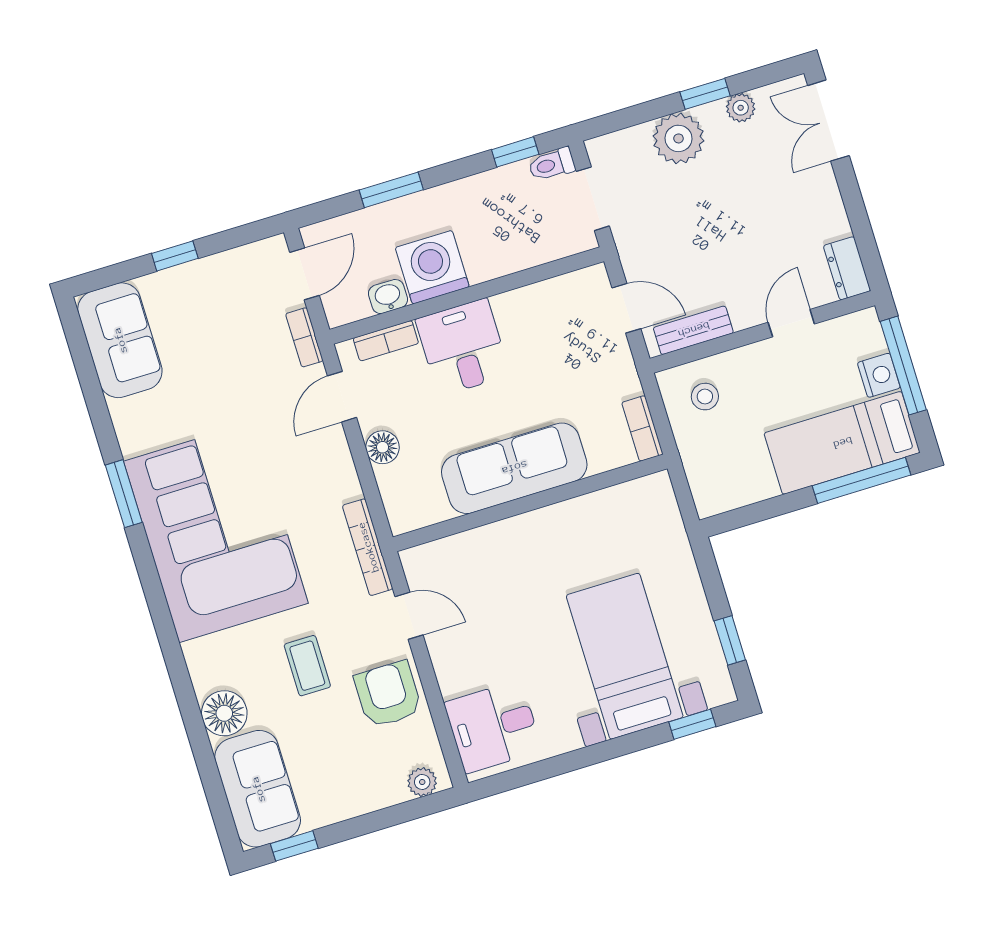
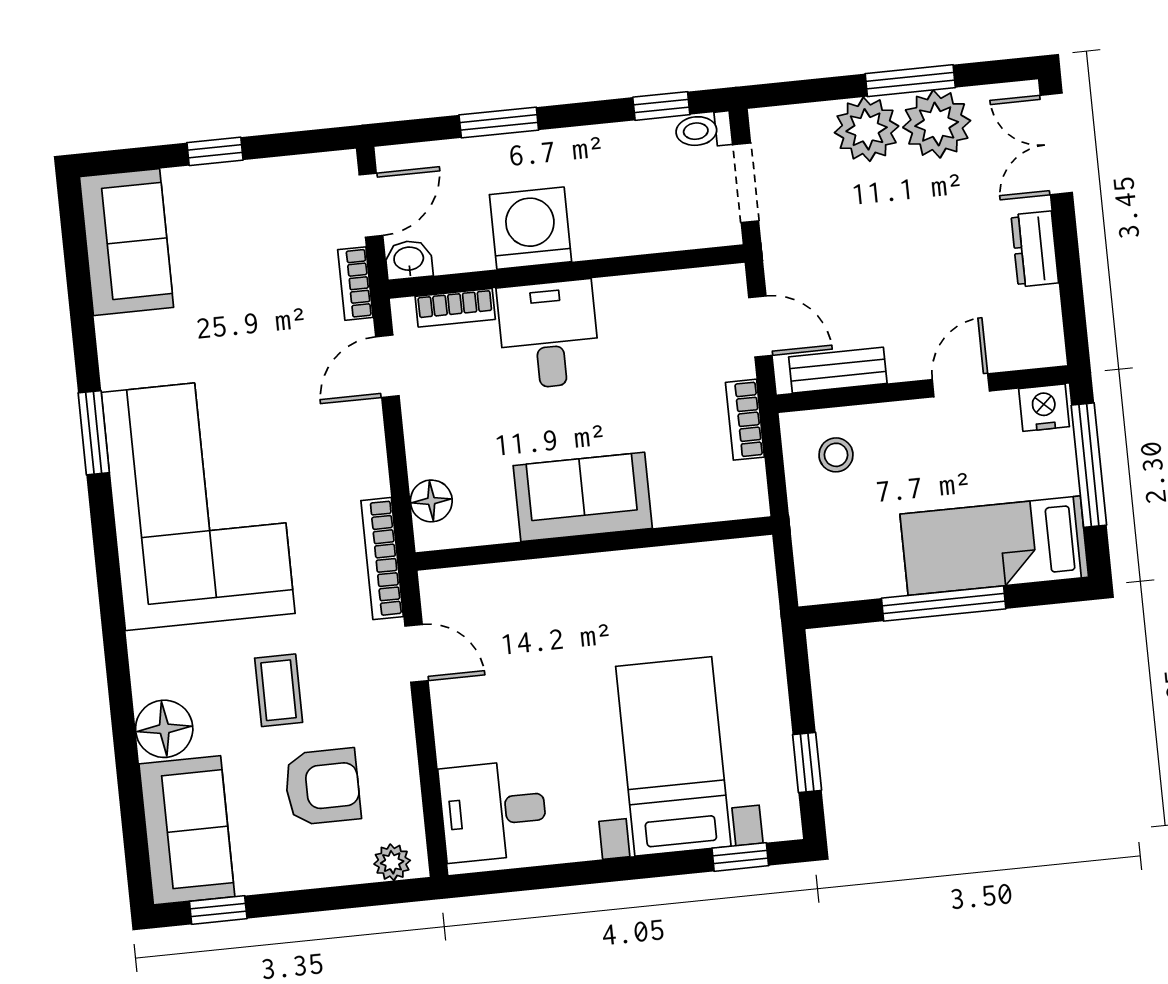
window: (705, 94) -> (910, 81), width x1.50
plant: (741, 108) -> (937, 124), width x1.87, depth x1.87
dresser: (847, 268) -> (1035, 249), moved
washbasin: (388, 297) -> (409, 260), moved
nightstand: (879, 375) -> (1044, 408), moved, turned -90
bookcase: (642, 428) -> (745, 420), moved
floor lamp: (383, 447) -> (431, 501), moved
sofa: (514, 468) -> (583, 497), width x0.73
window: (862, 480) -> (944, 603), moved
armchair: (388, 694) -> (322, 787), moved, turned 90

